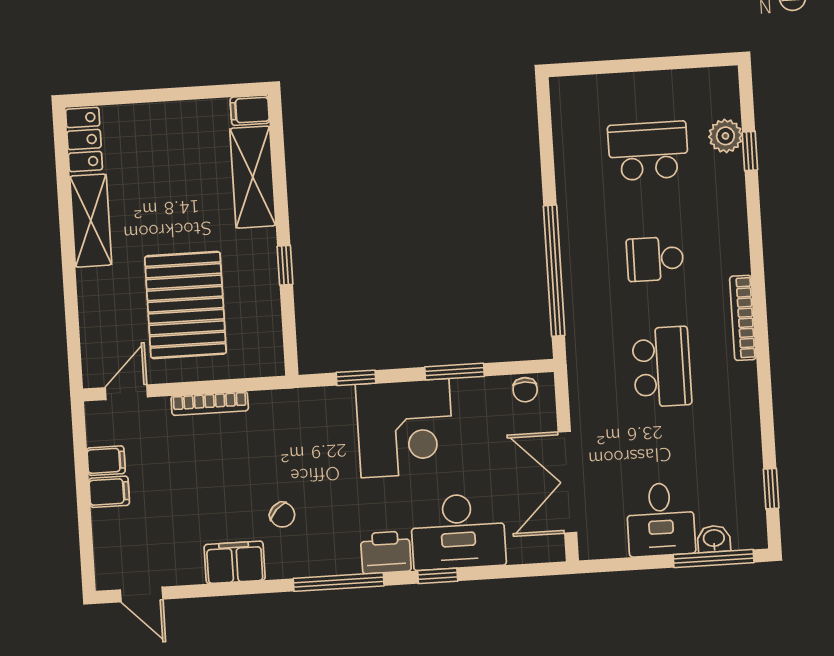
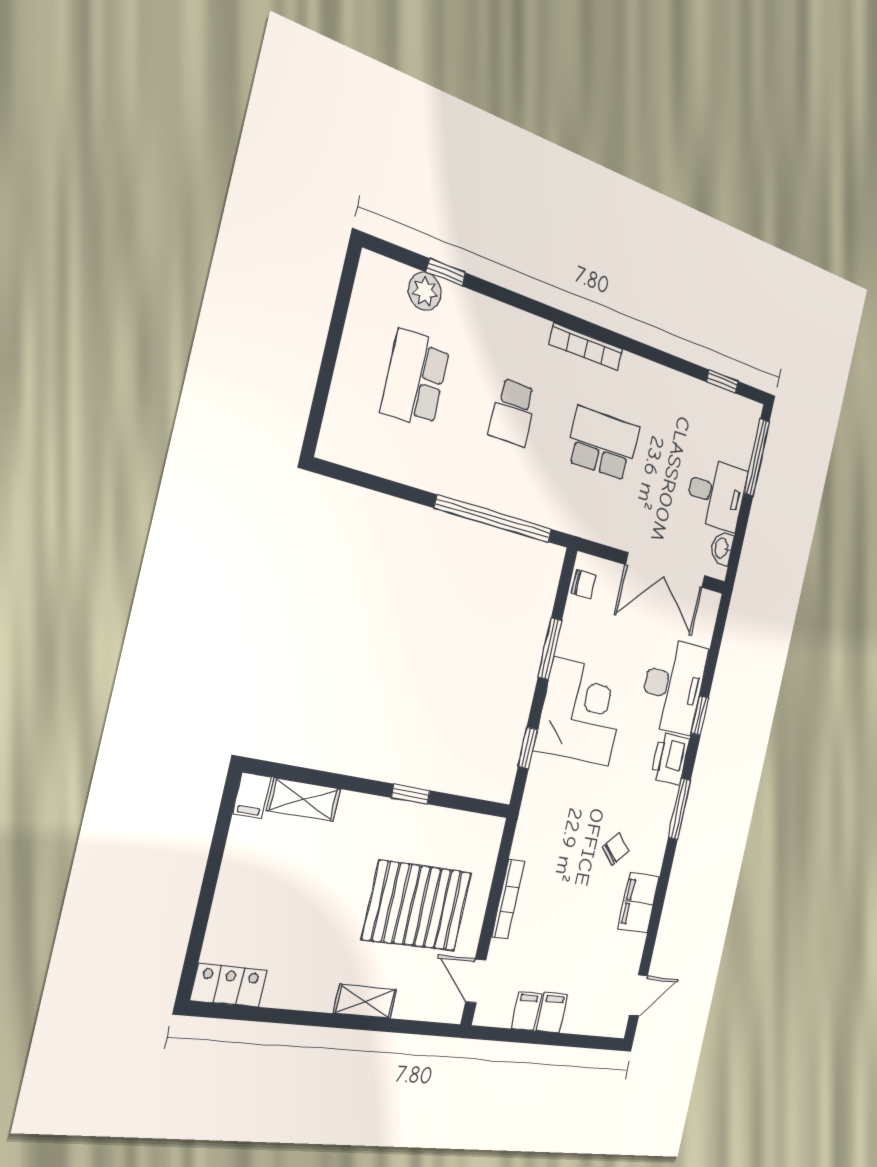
shelving: (253, 177) -> (304, 800), width x0.67, depth x0.75
shelving: (91, 221) -> (365, 1001), moved, width x0.67, depth x0.75
washbasin: (714, 539) -> (722, 548), moved
window: (339, 582) -> (679, 809), width x0.69

